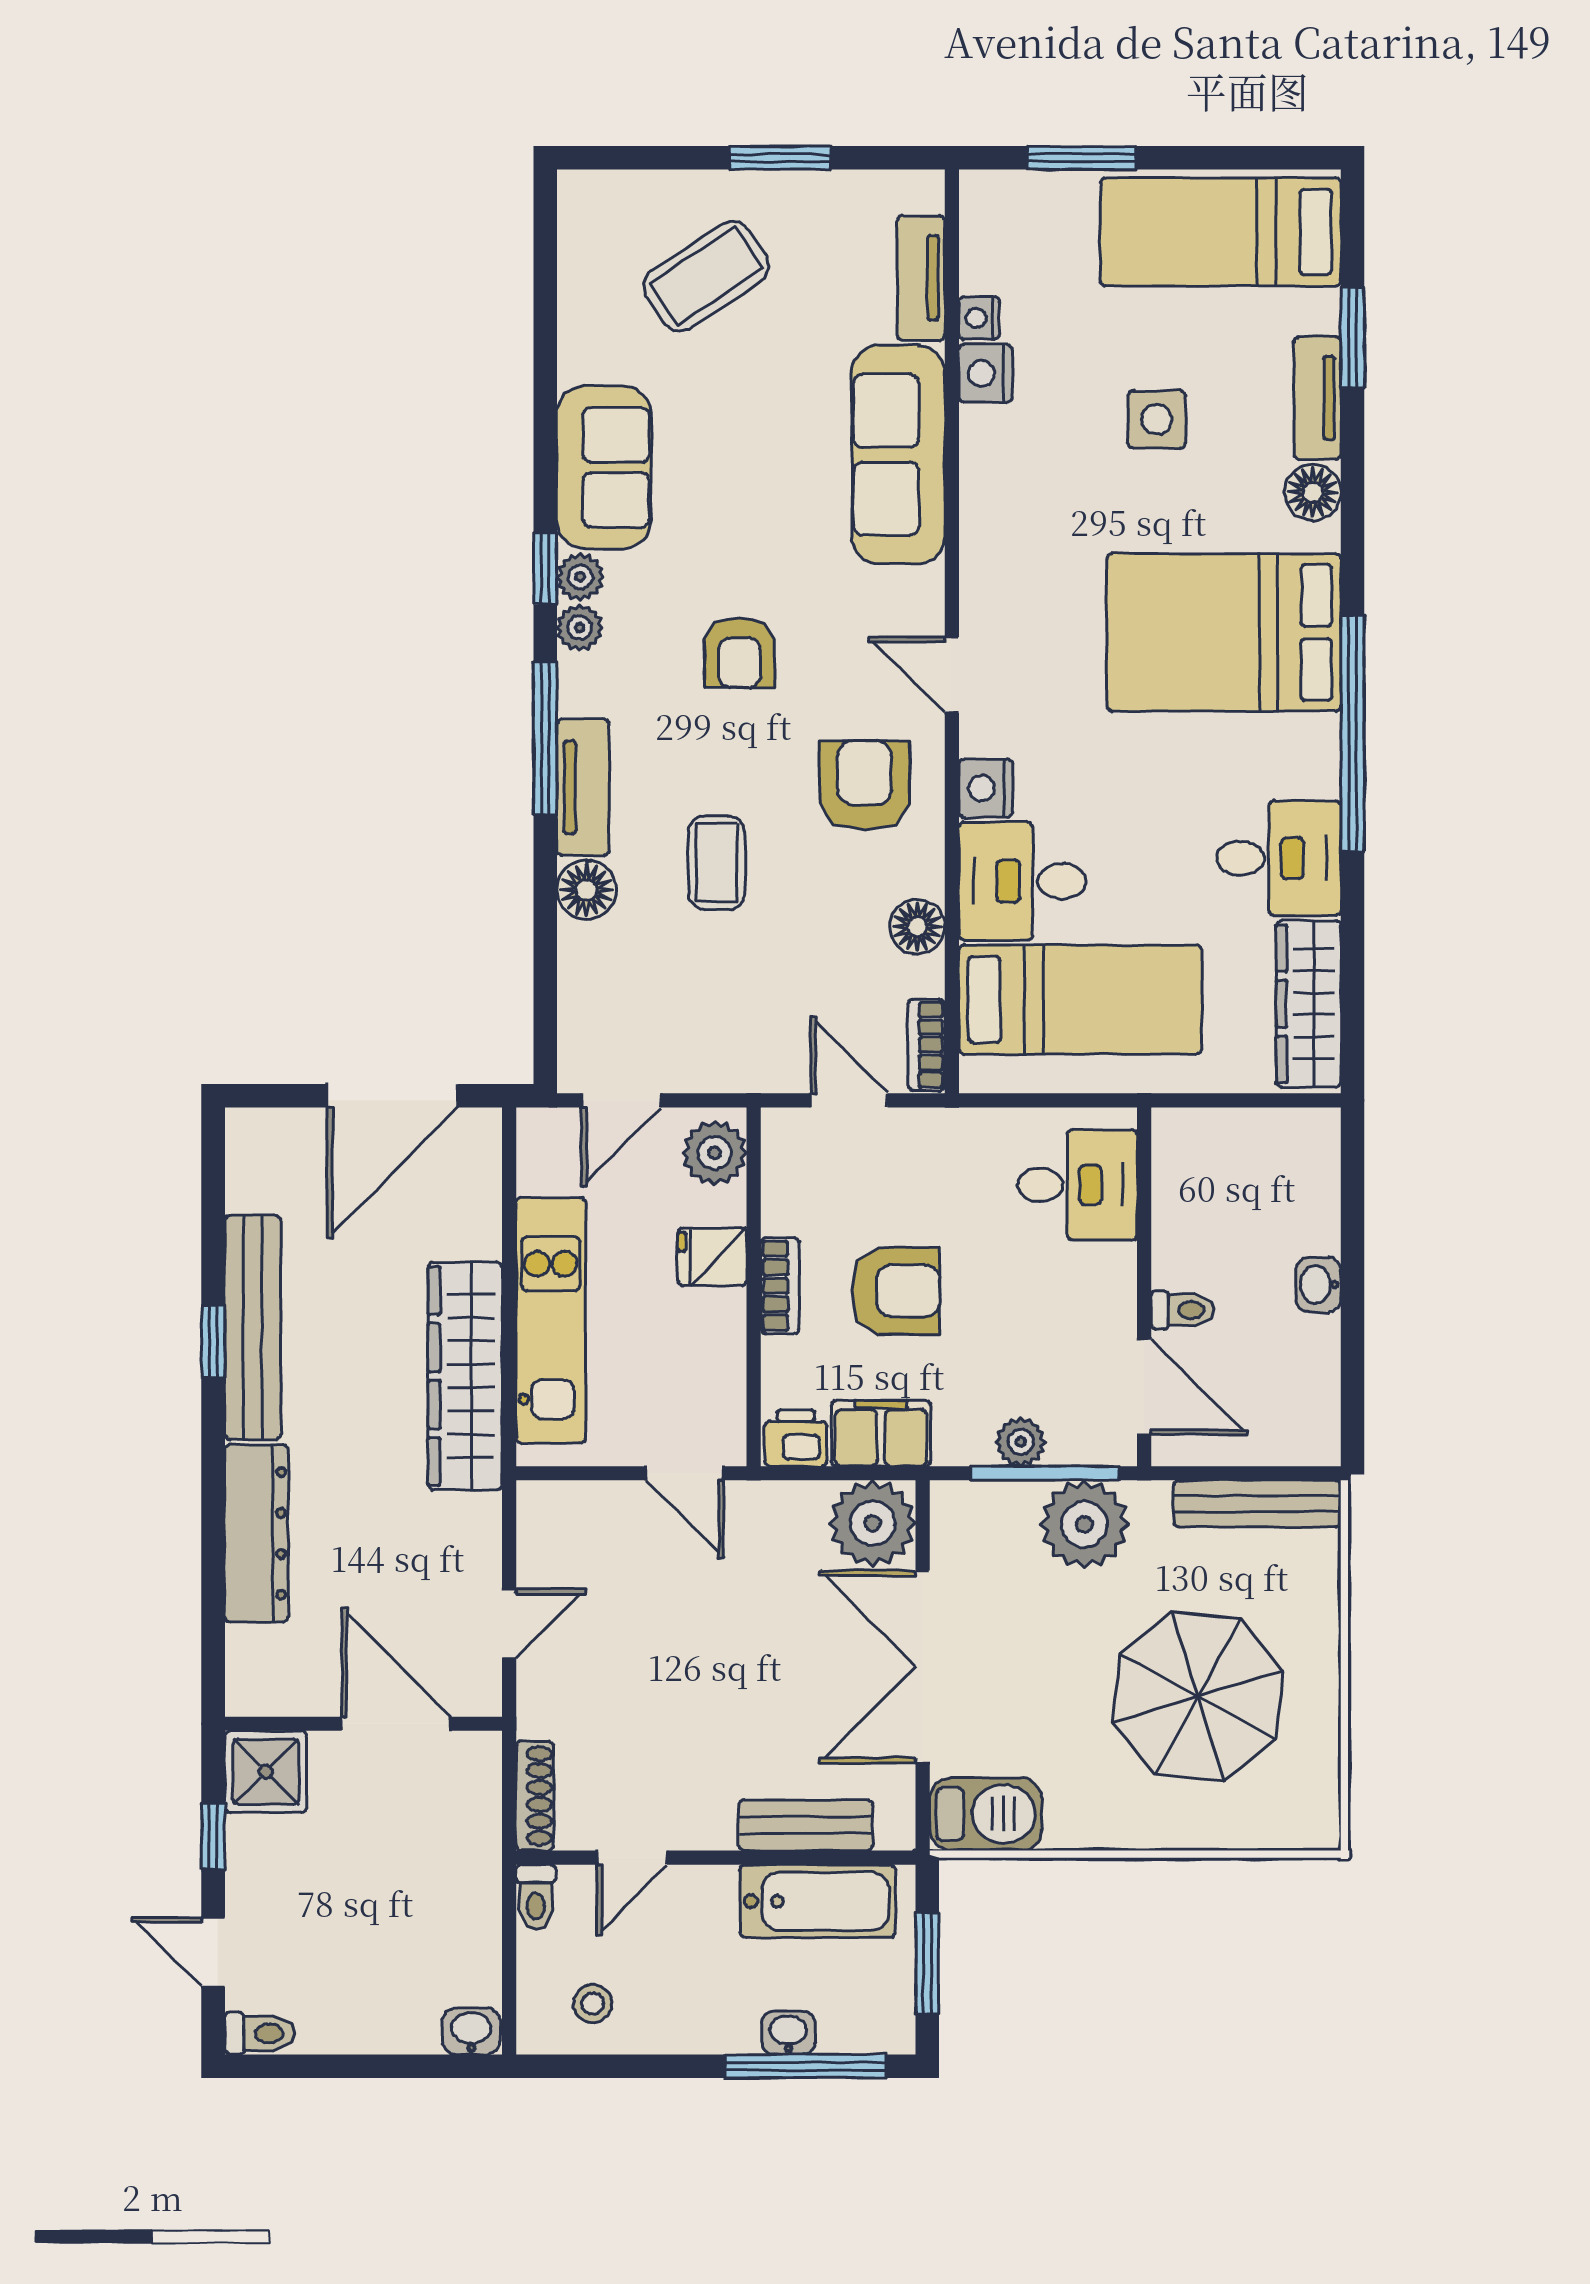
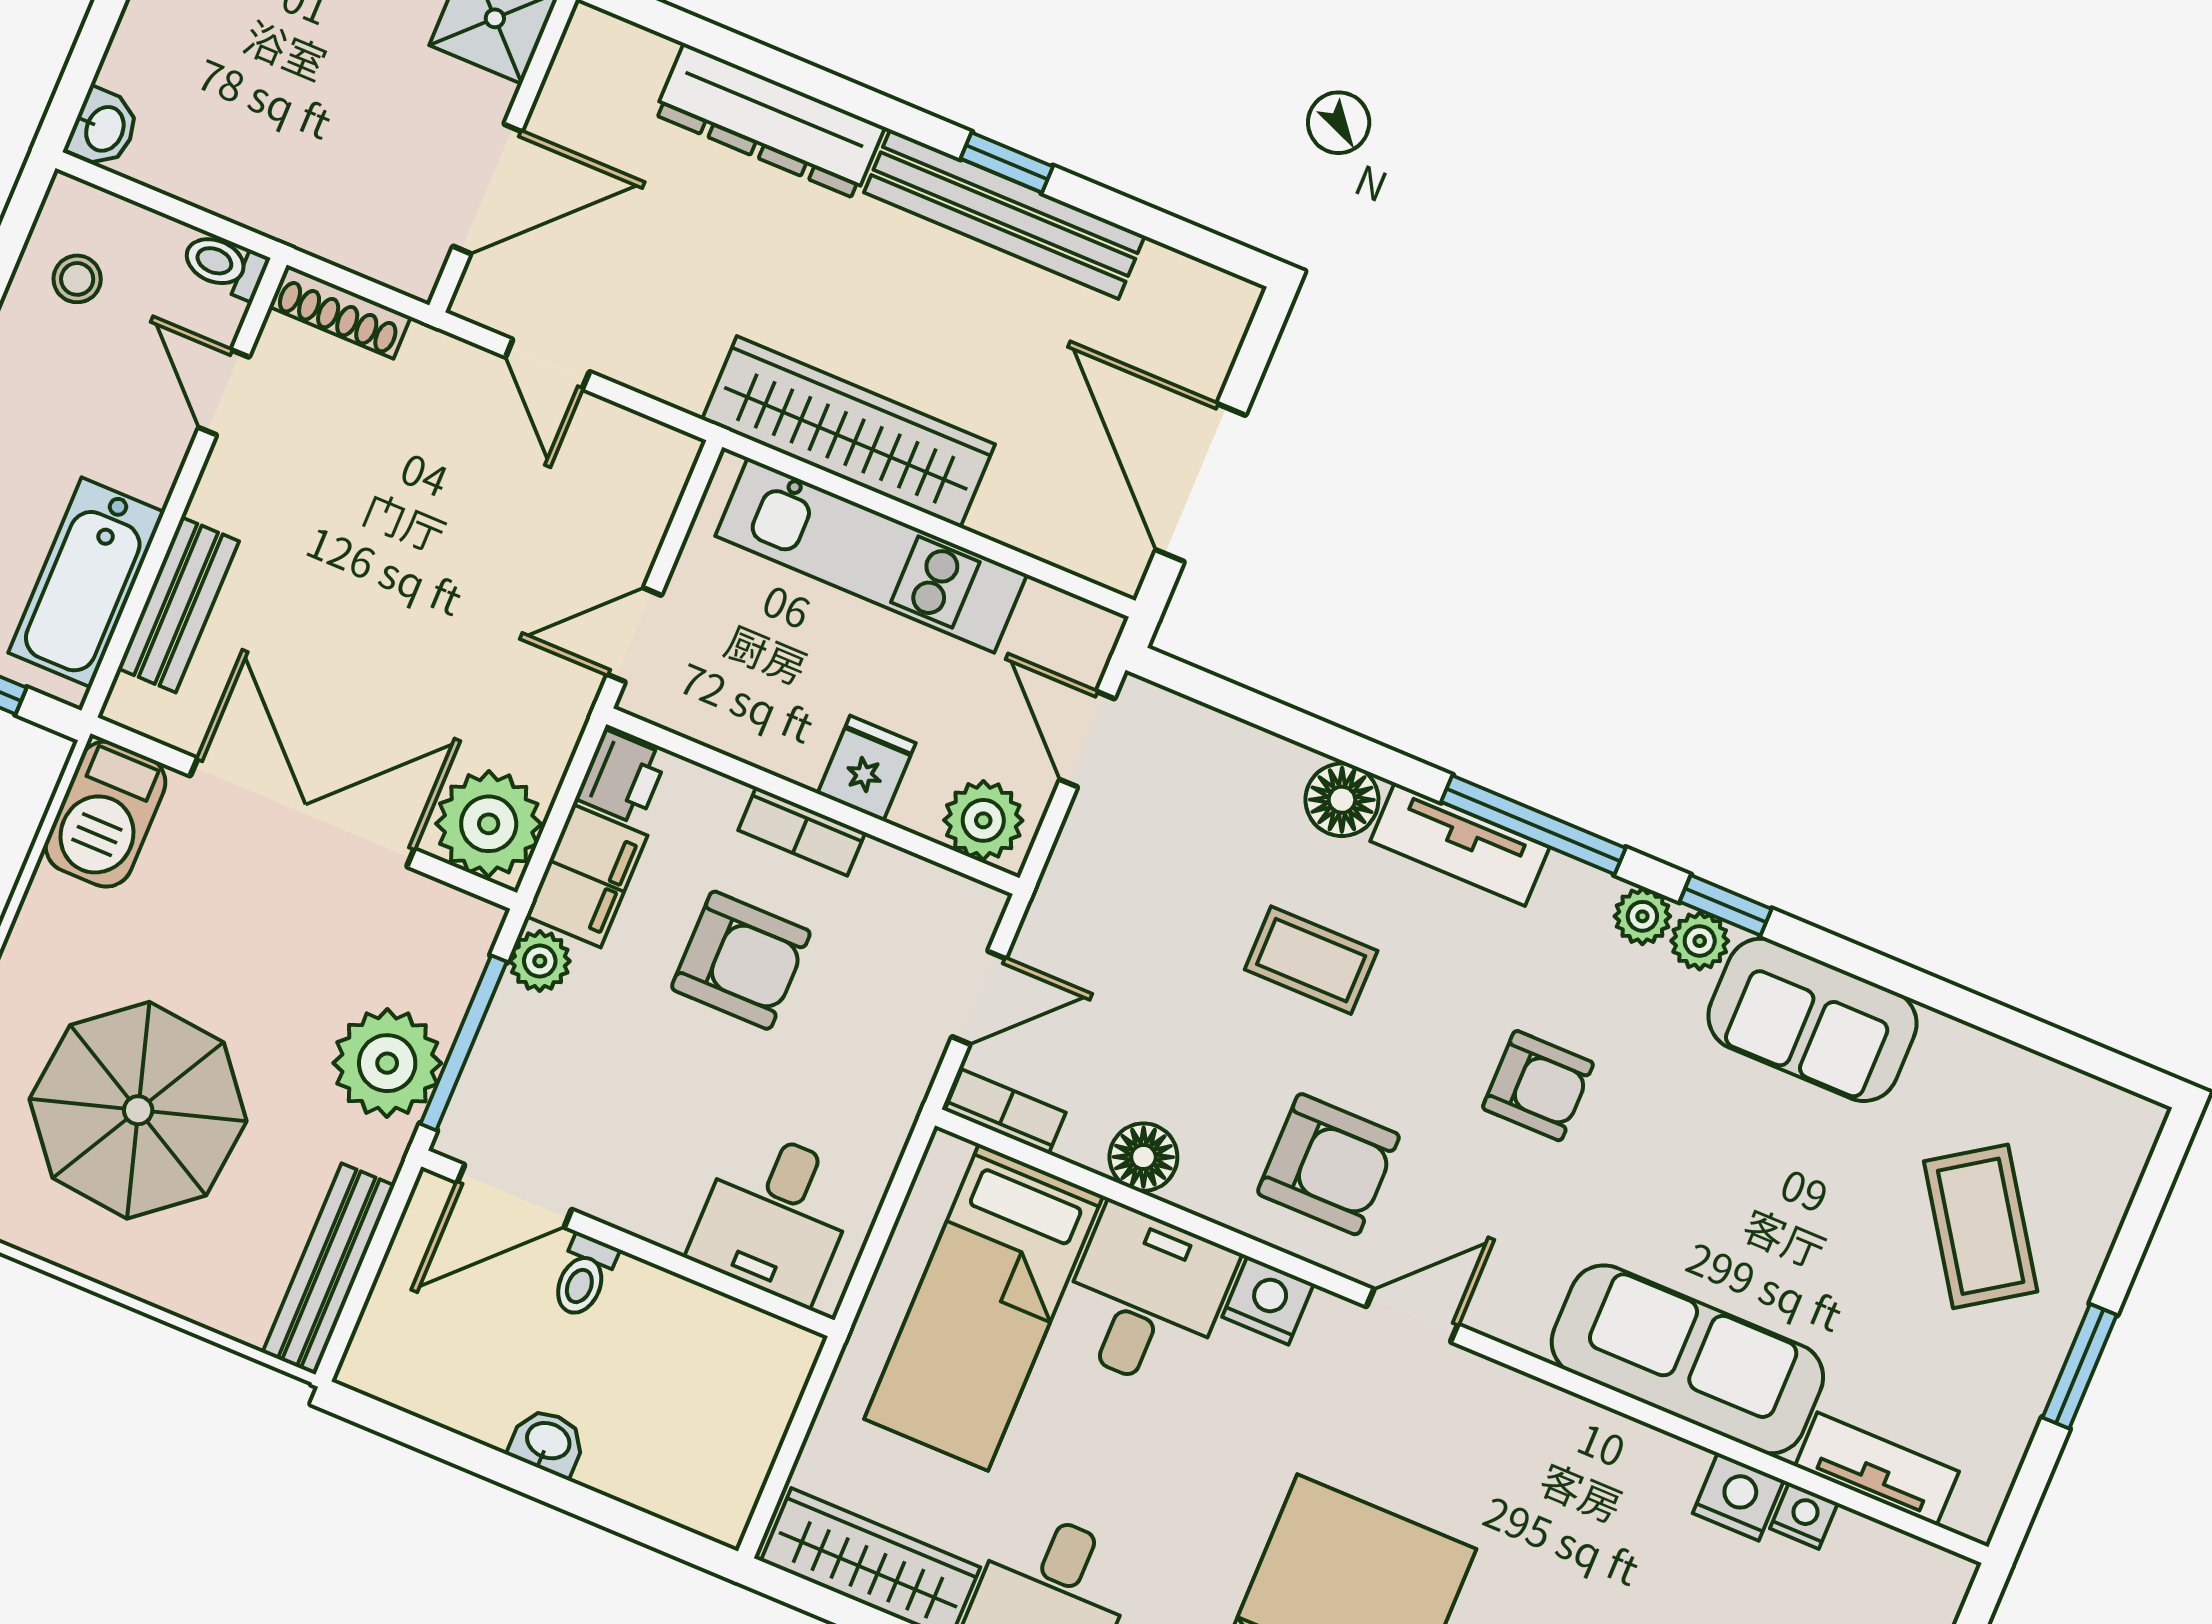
armchair: (740, 653) -> (1538, 1086), turned 180
armchair: (896, 1291) -> (741, 960), turned -90
plant: (1021, 1442) -> (540, 961), moved

